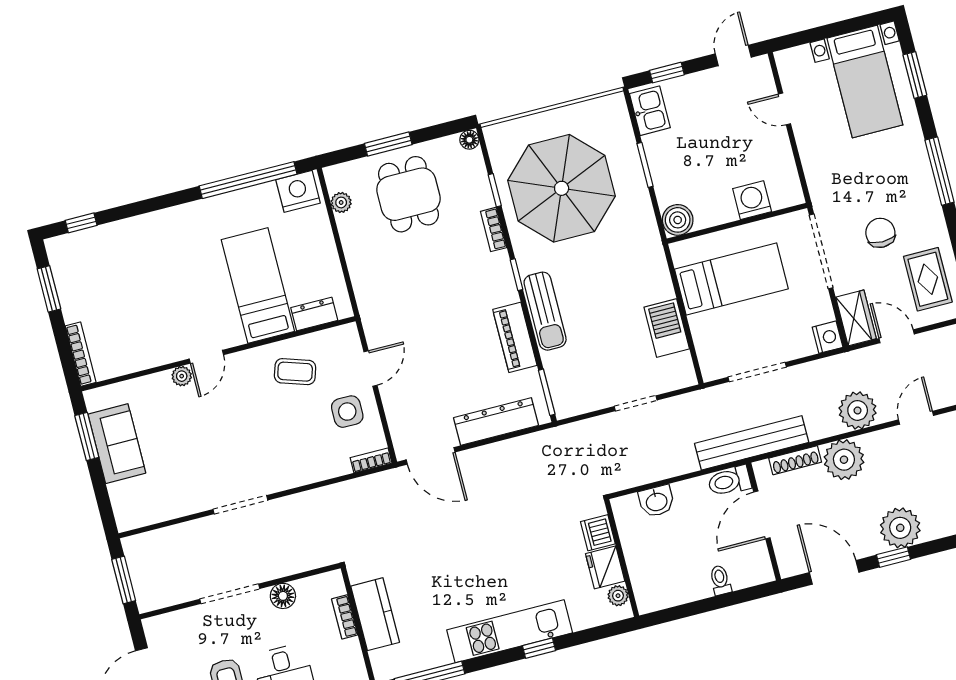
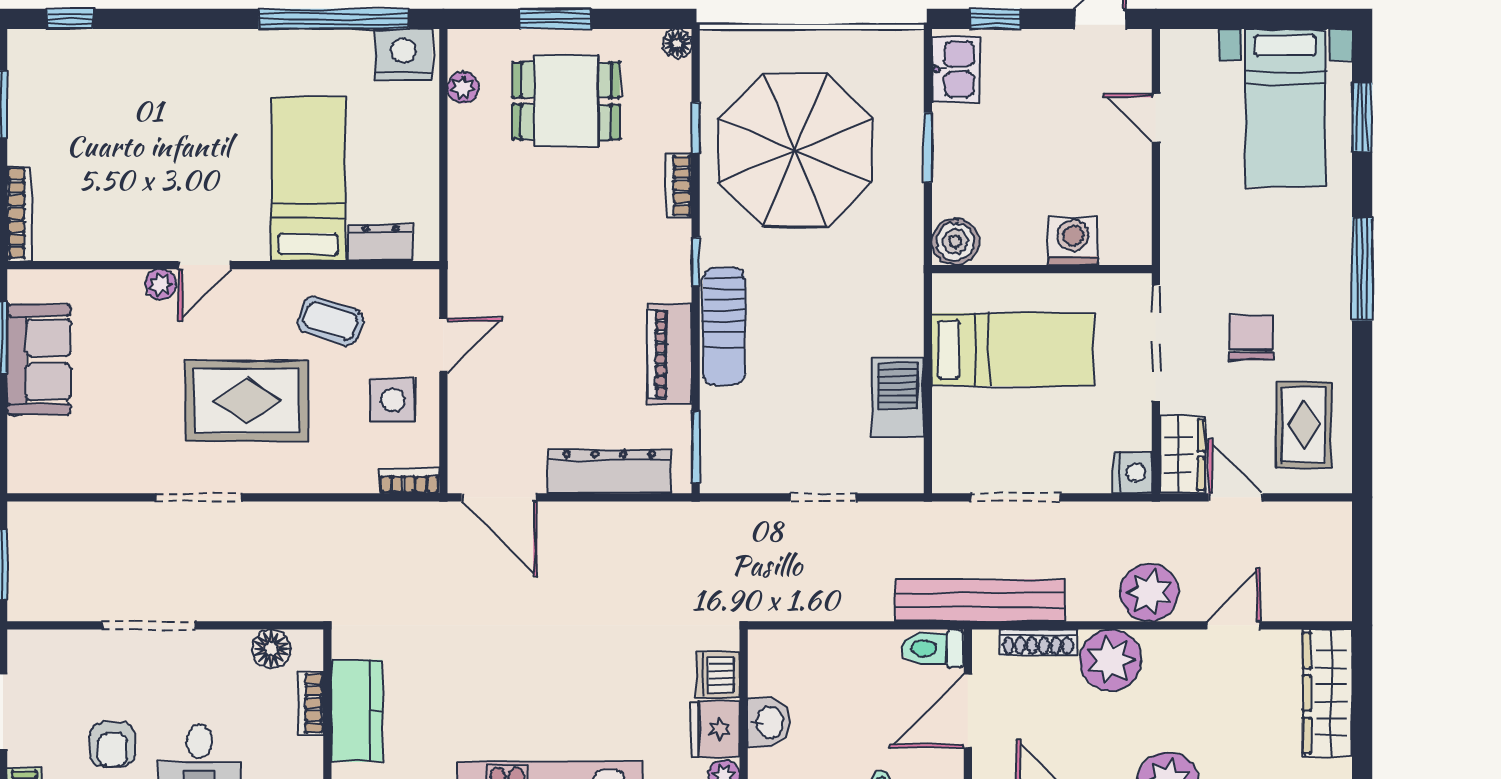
dining table: (408, 194) -> (566, 101), turned 90
rug: (255, 436) -> (247, 401), added
washbasin: (656, 501) -> (769, 722), moved, turned -90
floor lamp: (283, 596) -> (271, 649), moved

